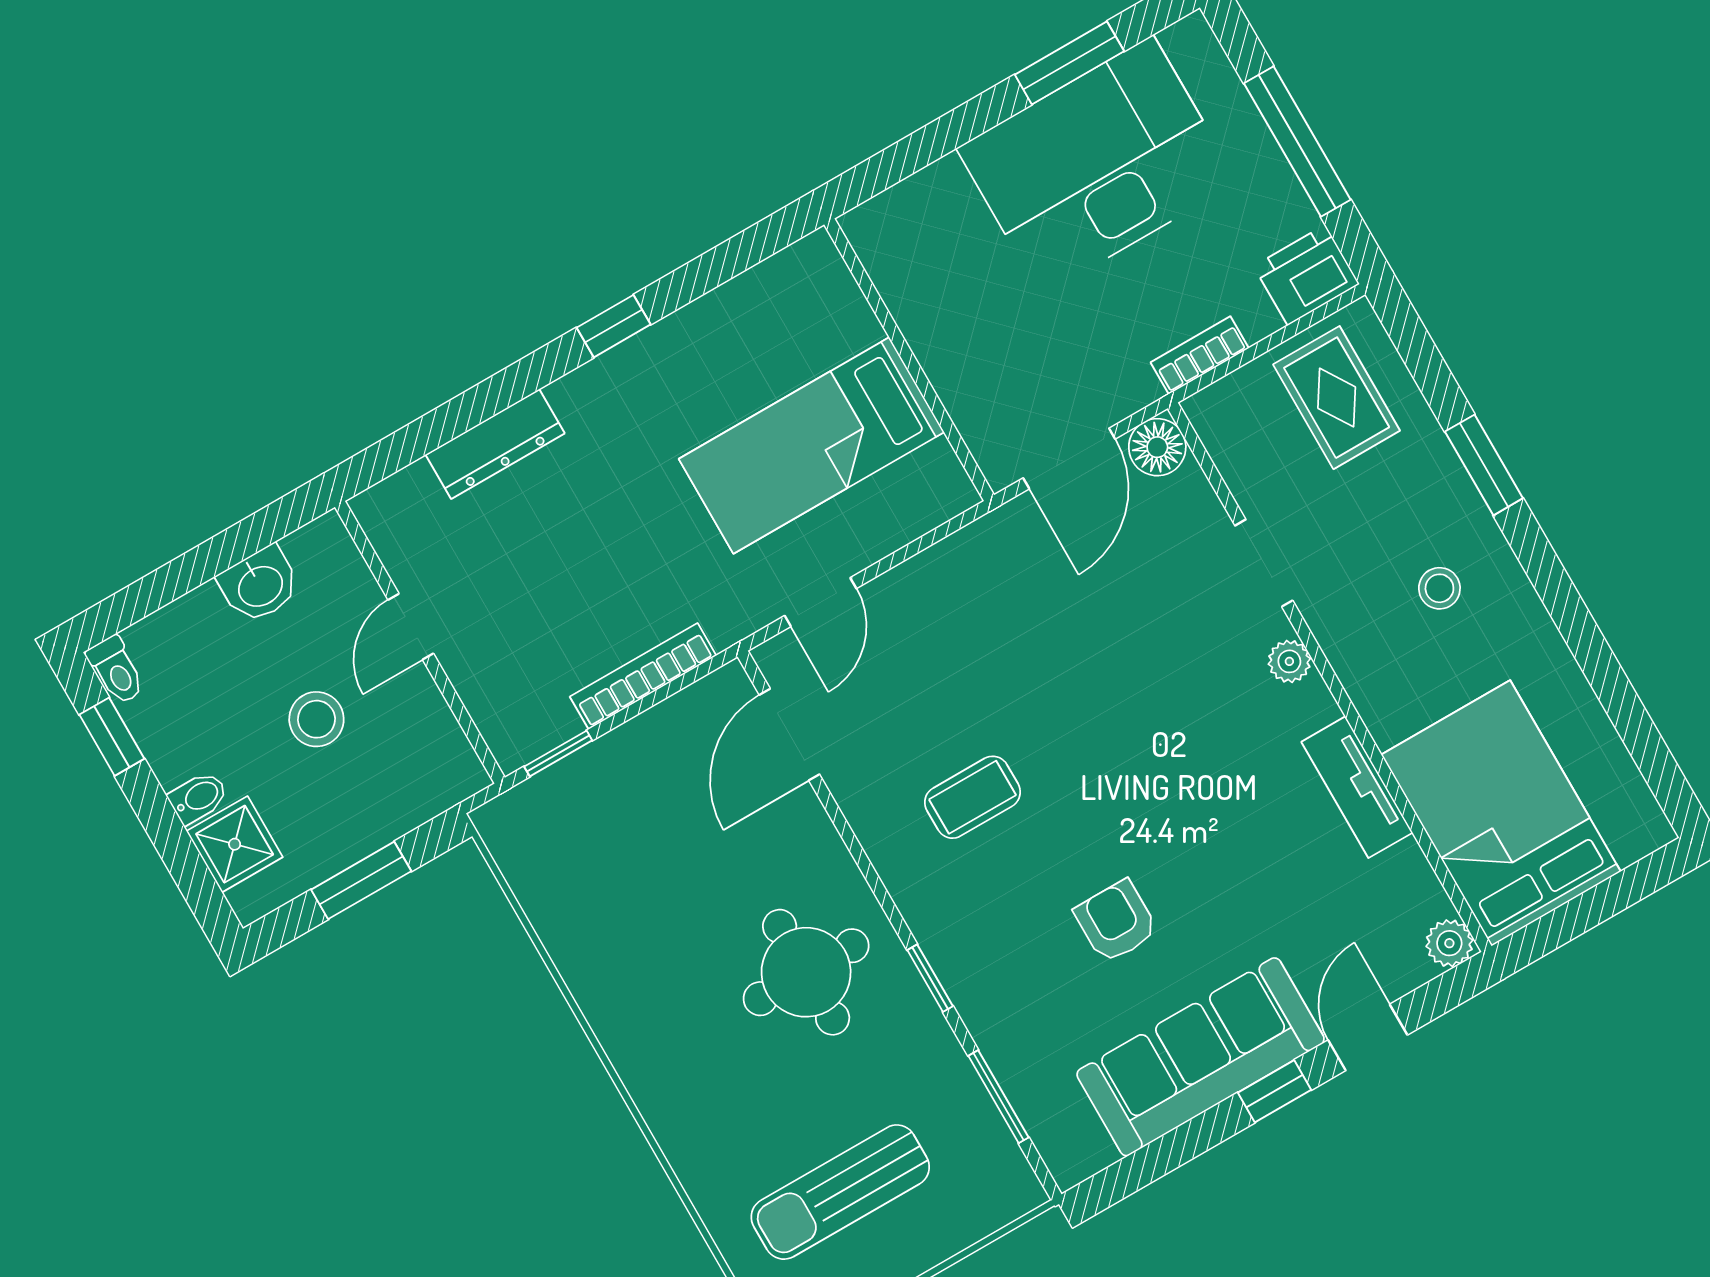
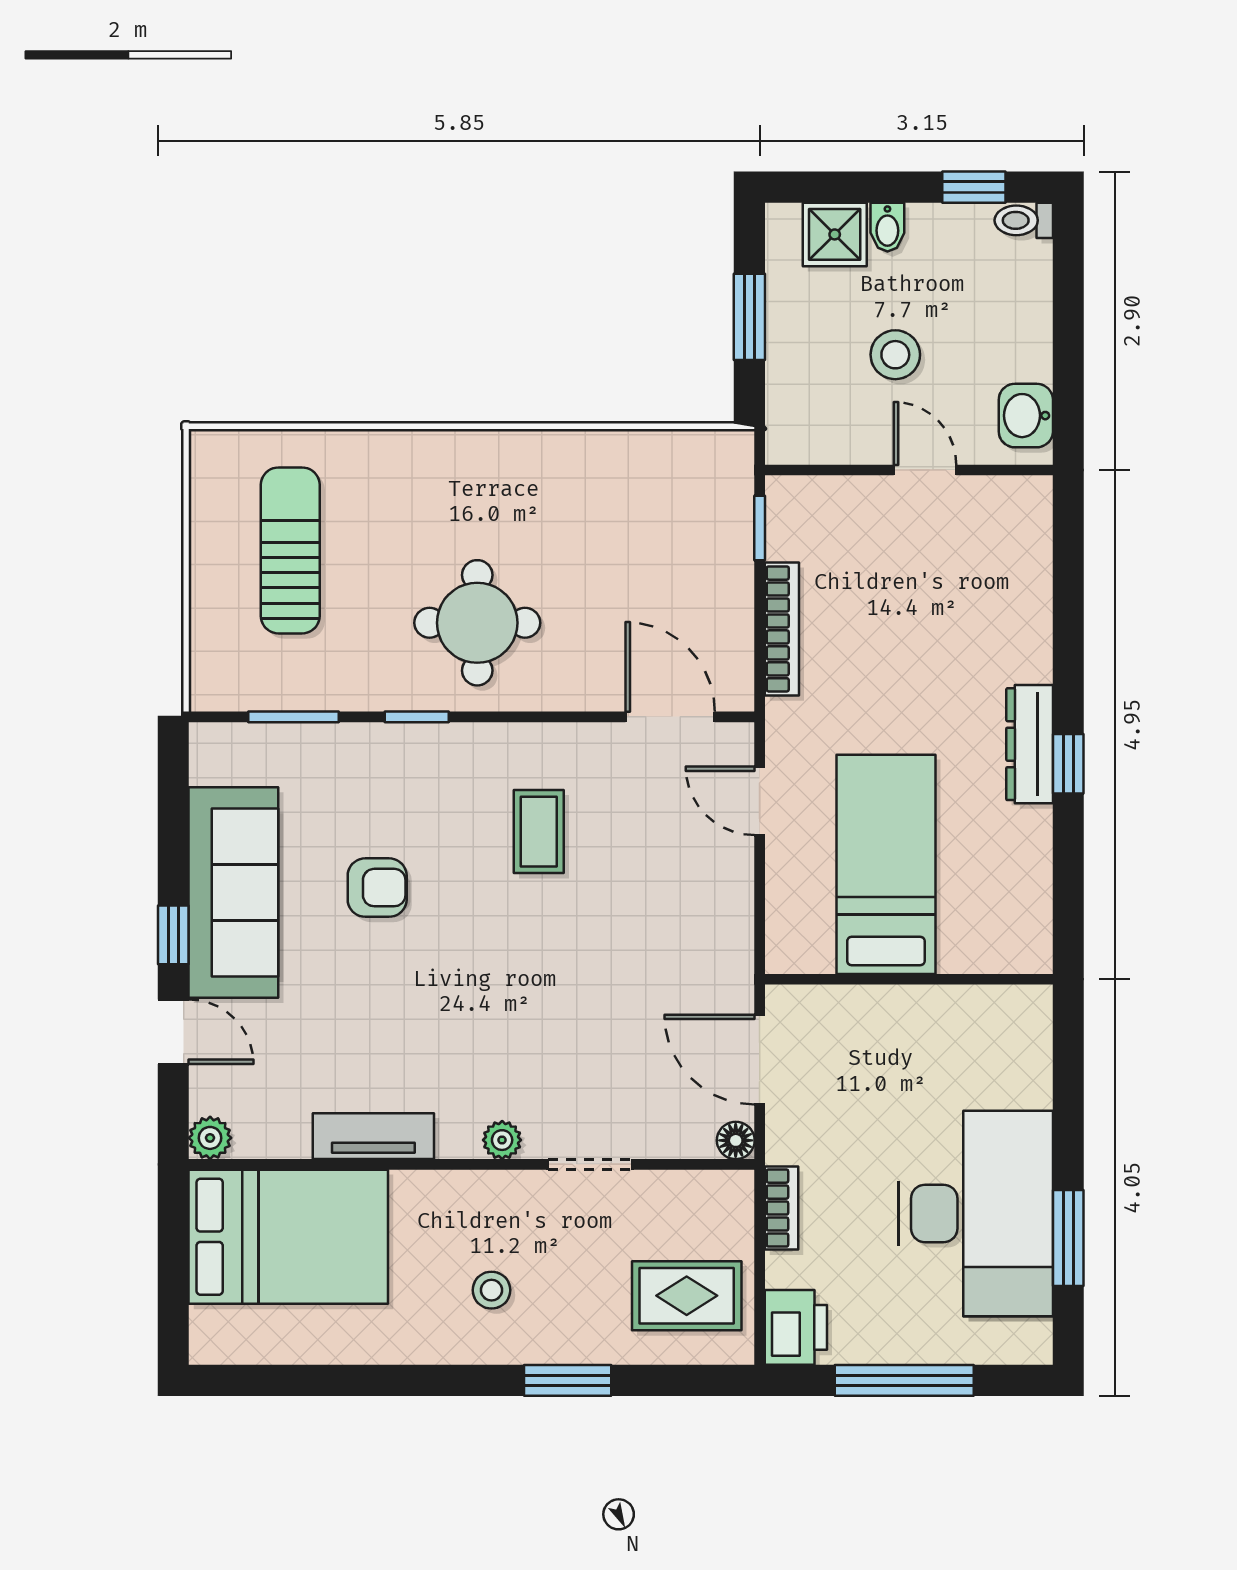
dresser: (495, 444) -> (1030, 744), moved
floor lamp: (1157, 447) -> (736, 1140), width x0.73, depth x0.73
washbasin: (260, 585) -> (1026, 416), moved

